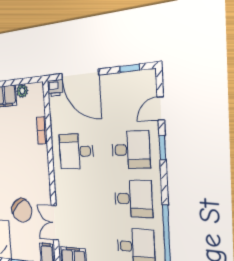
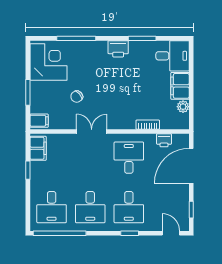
printer: (55, 88) -> (164, 140), moved, turned -90
door: (161, 109) -> (171, 233), moved
chair: (22, 210) -> (77, 97), width x0.54, depth x0.54
double door: (55, 223) -> (92, 131), moved

